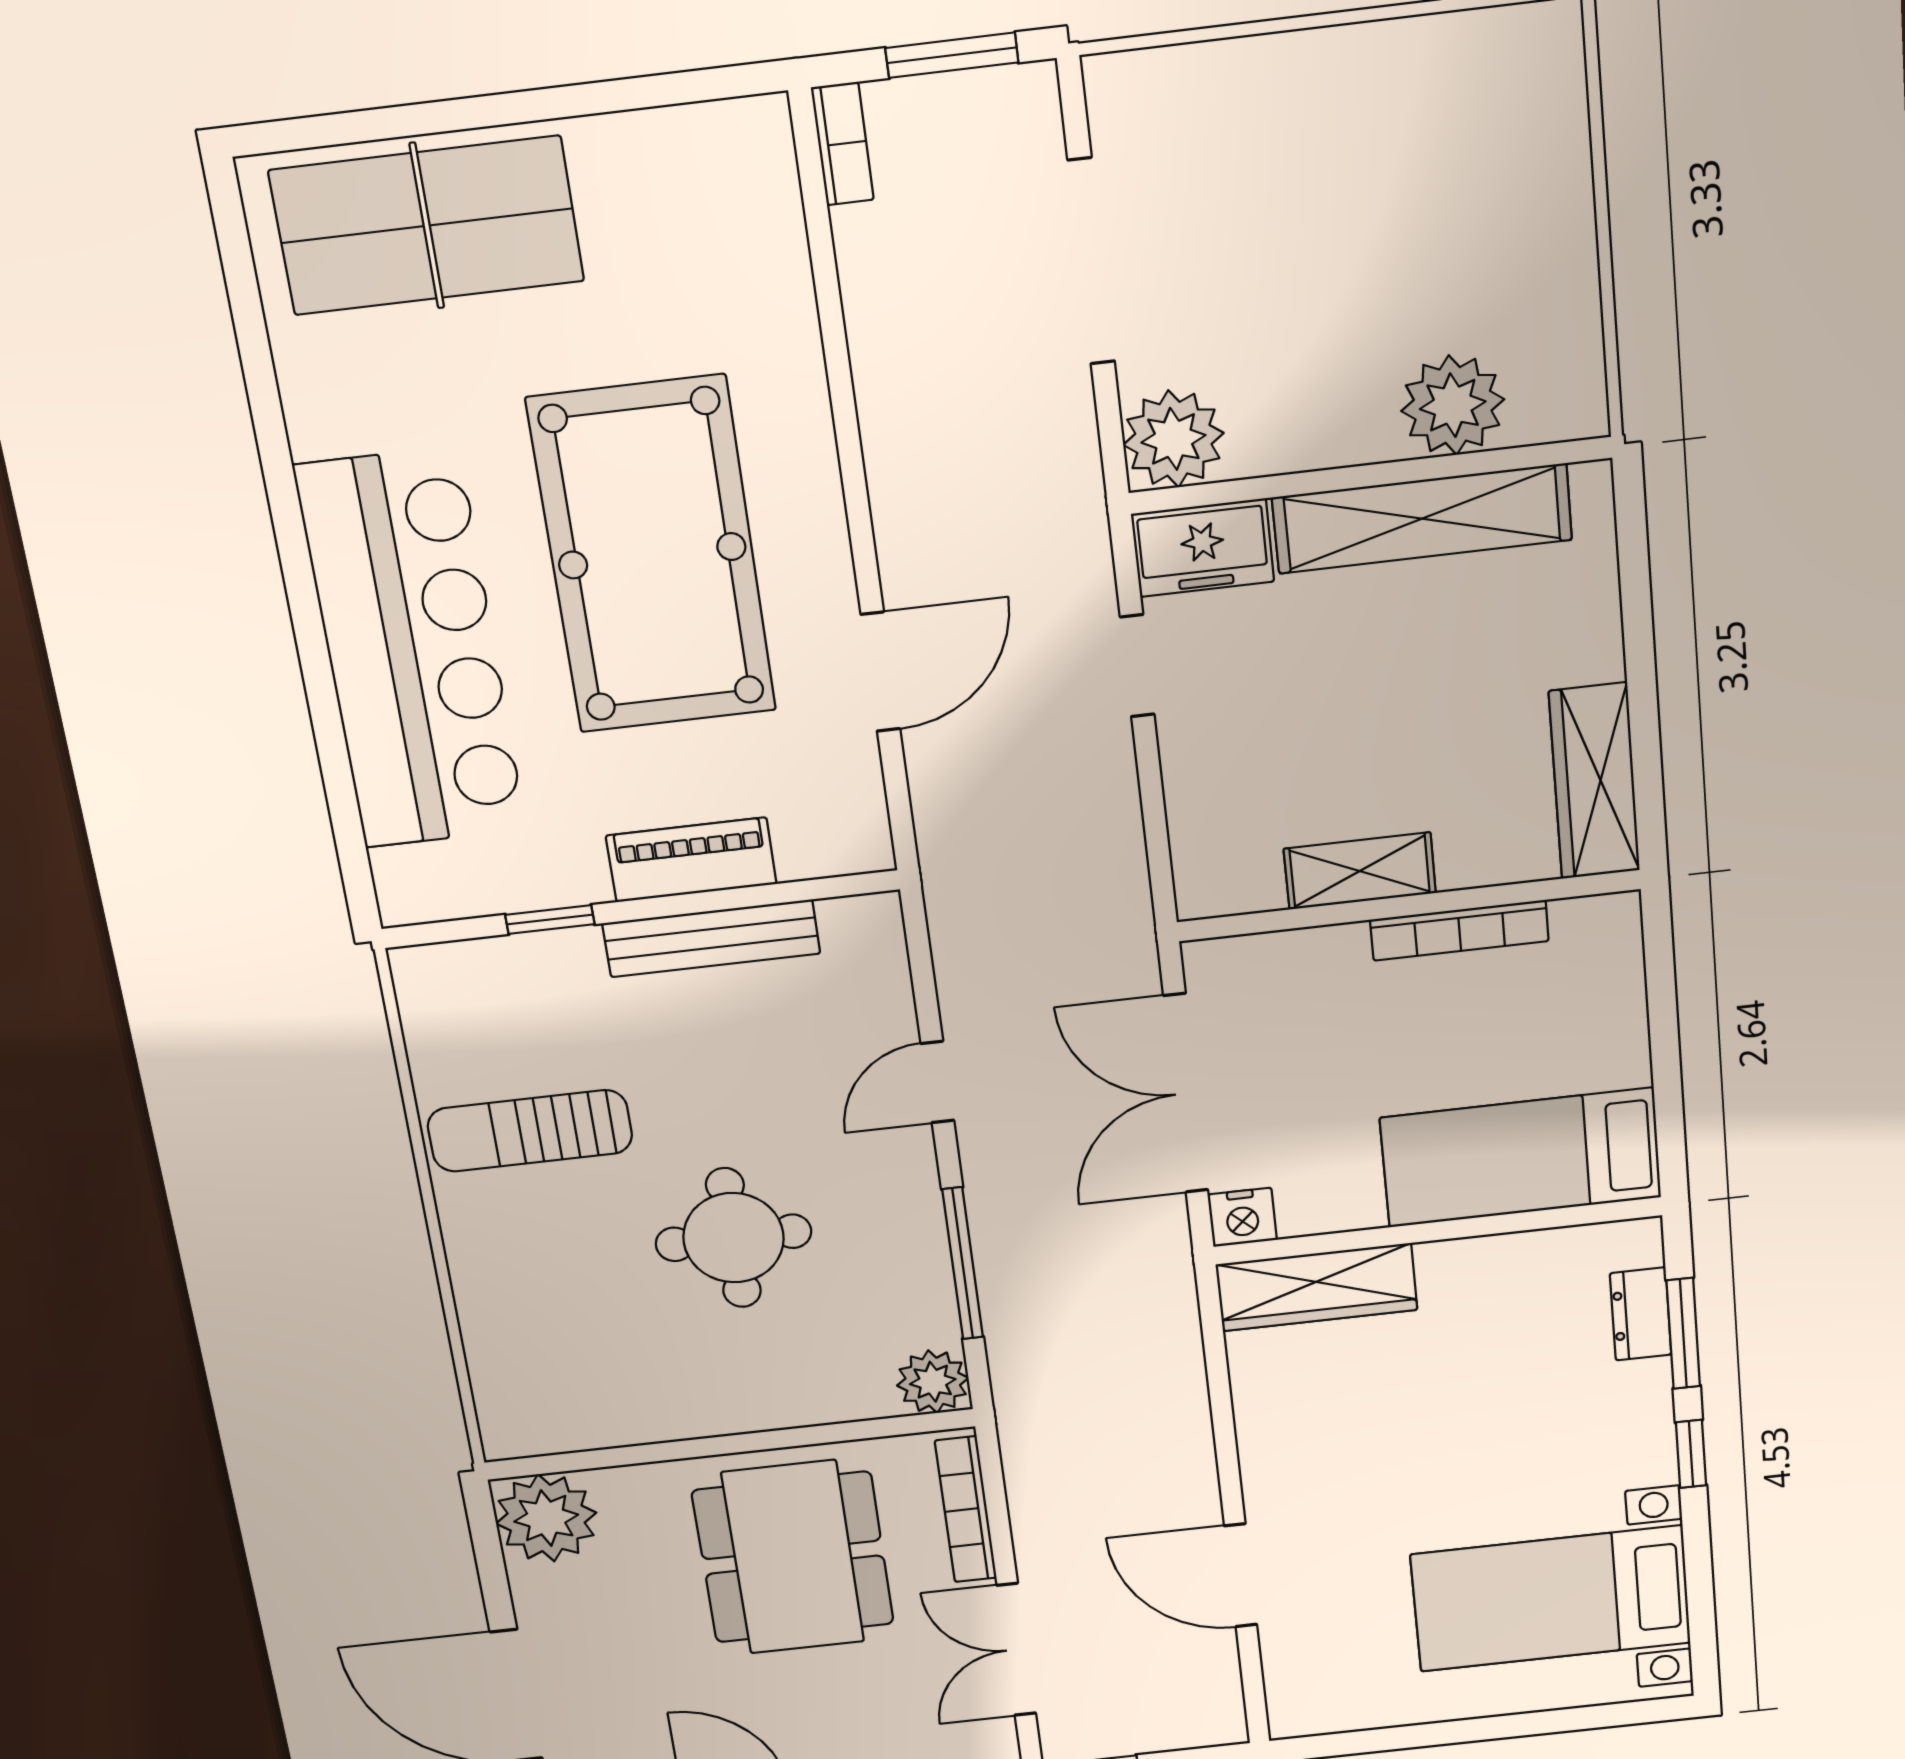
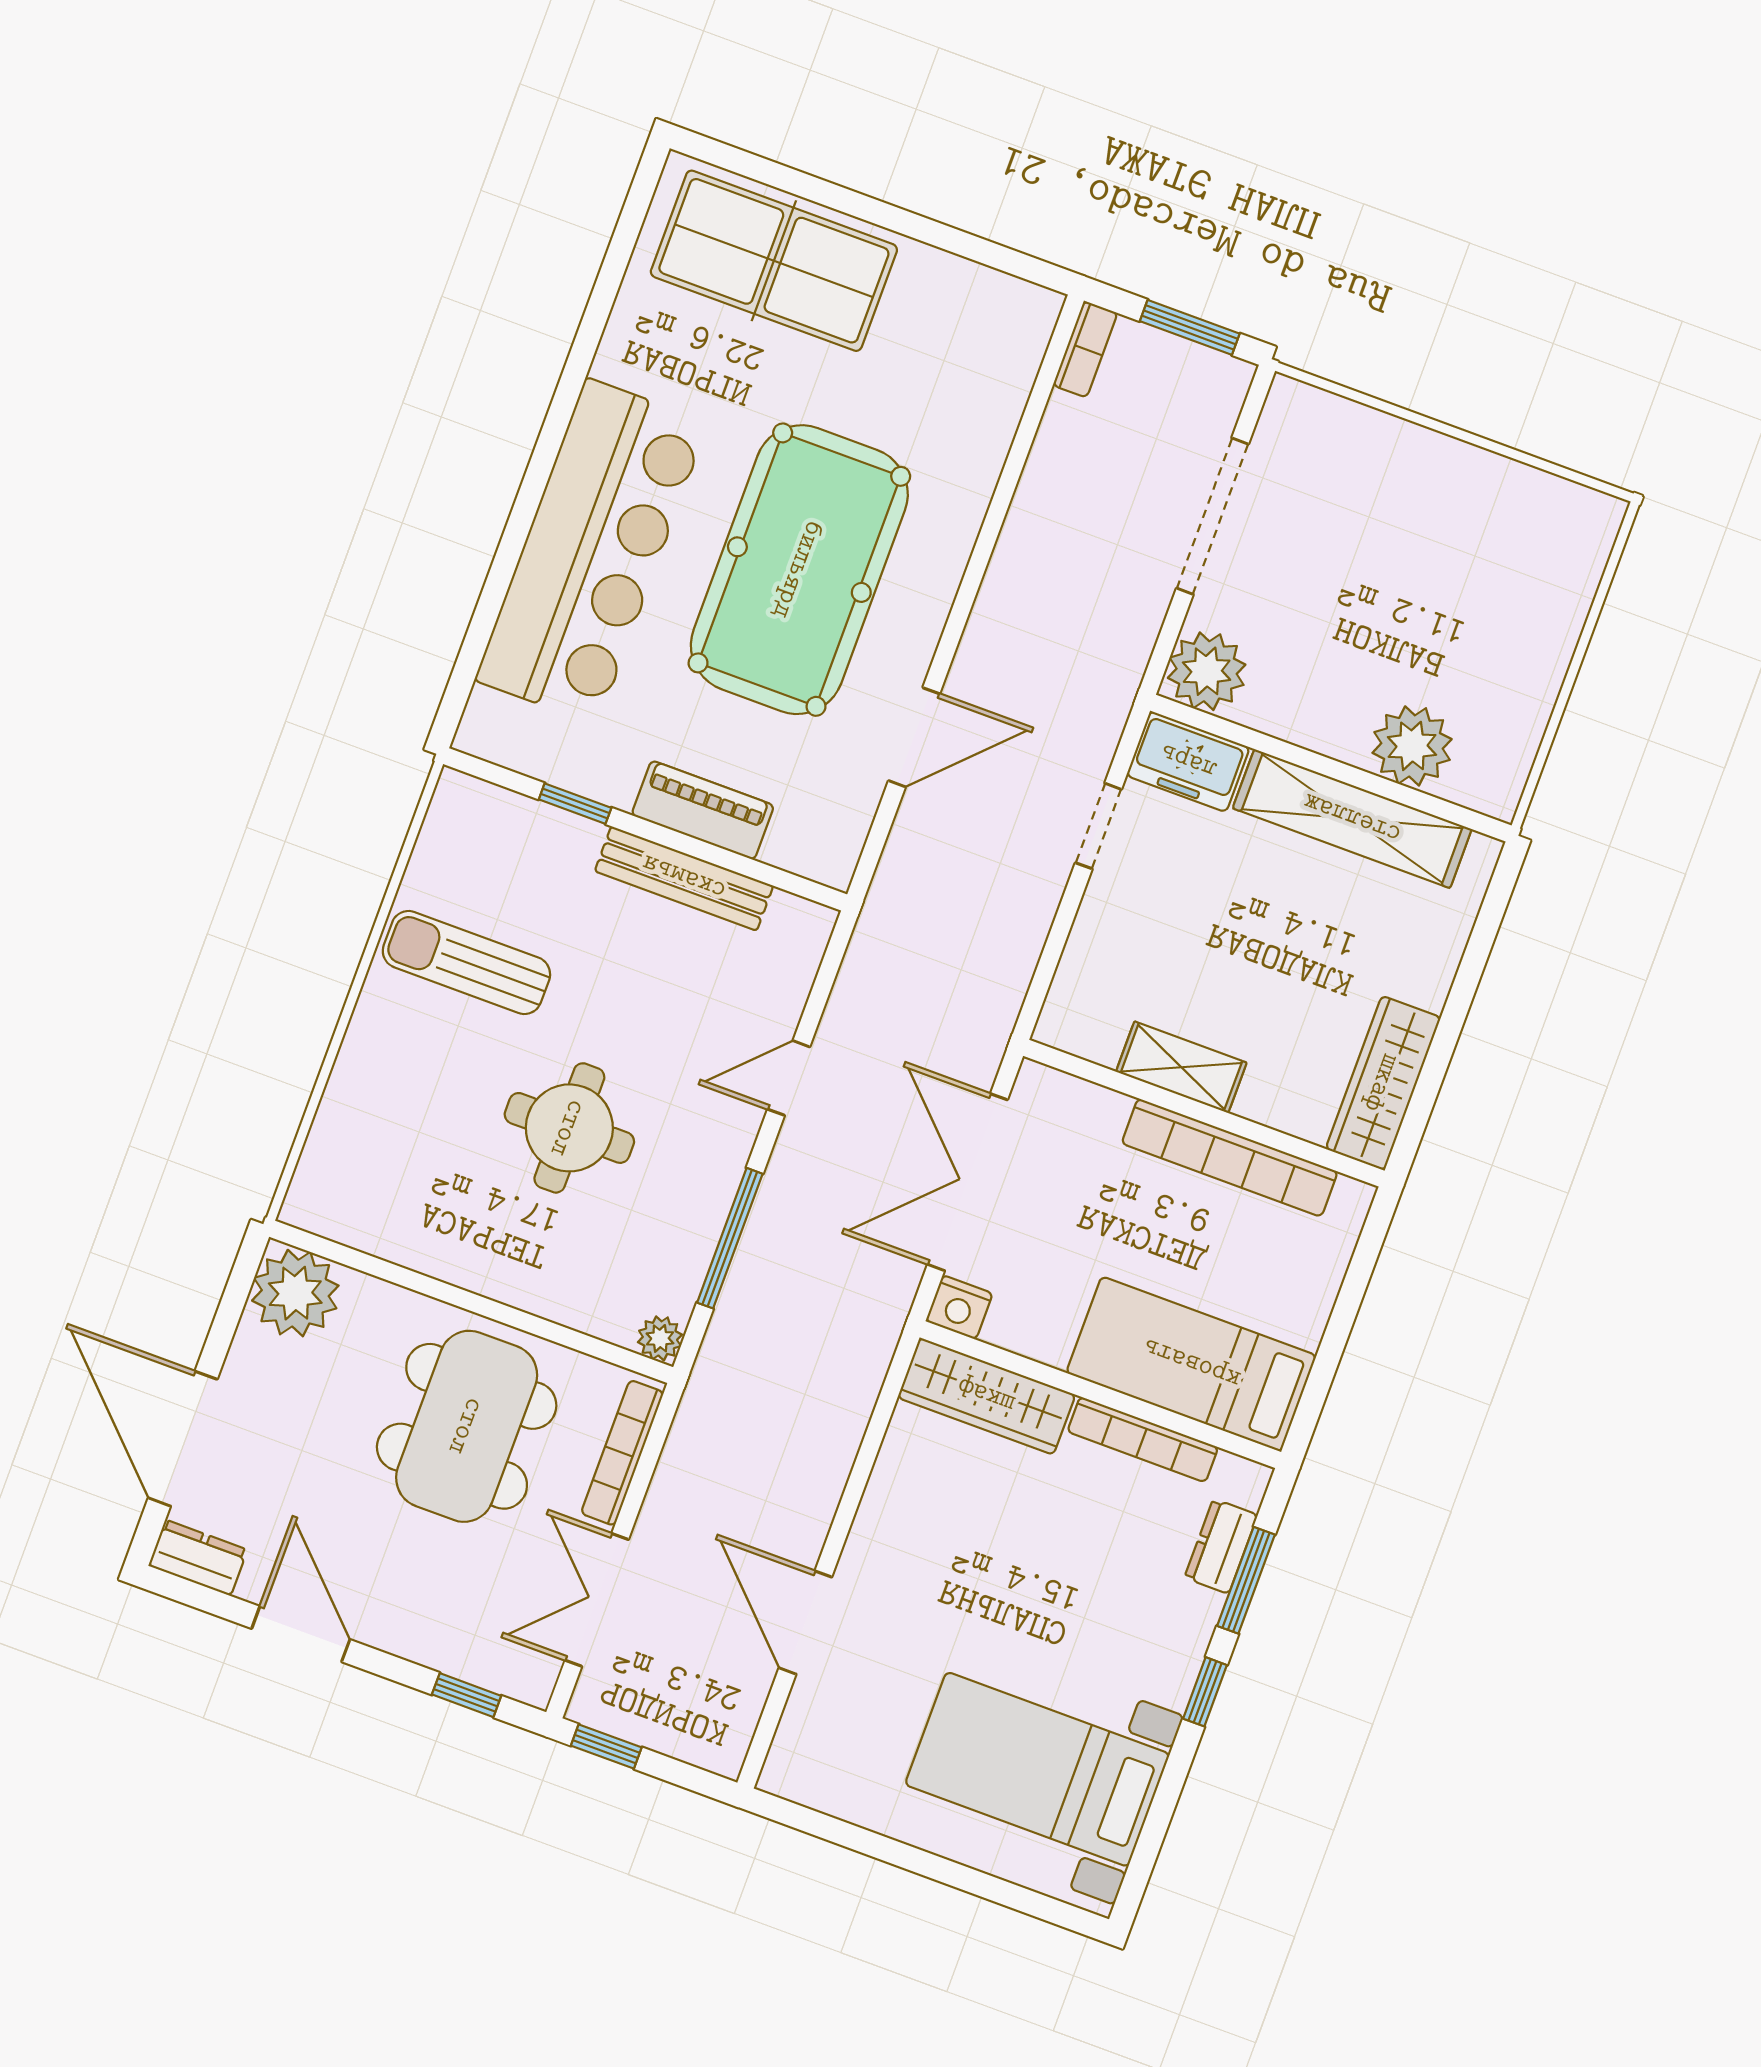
bookcase: (1459, 930) -> (1230, 1158), width x1.48, depth x1.31
bookcase: (1505, 1252) -> (1143, 1439), added
plant: (933, 1382) -> (660, 1338), width x0.73, depth x0.73

